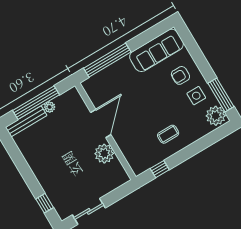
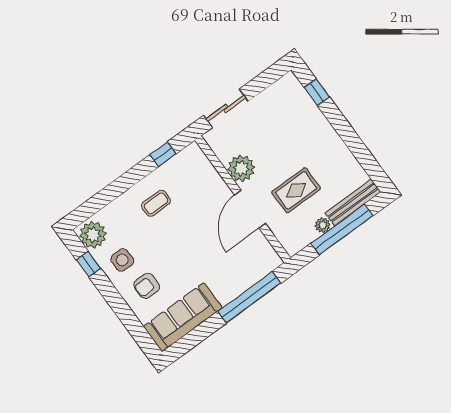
armchair: (180, 75) -> (147, 286), turned 180
window: (221, 95) -> (89, 264), width x0.46
rug: (66, 134) -> (296, 190), added
sliding door: (89, 211) -> (226, 108), moved

